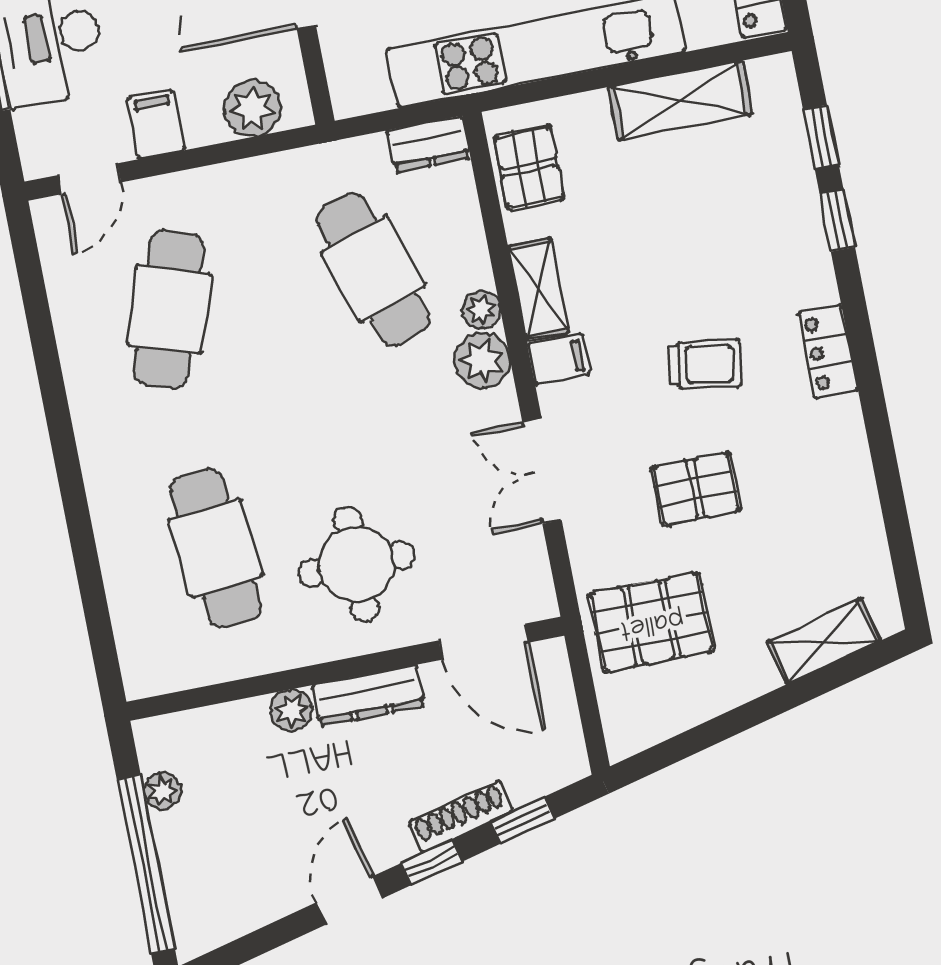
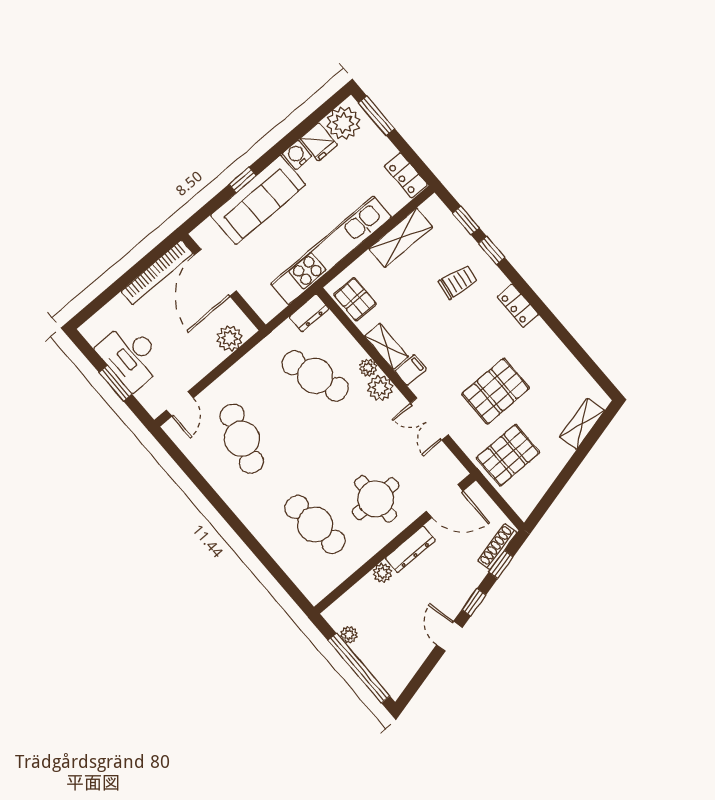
filing cabinet: (156, 124) -> (194, 367), removed
trolley: (704, 364) -> (458, 282), moved
pallet: (696, 489) -> (496, 391), width x1.50, depth x1.42
shoe rack: (461, 817) -> (497, 547), moved

